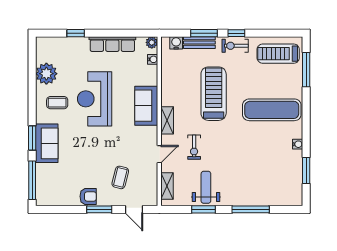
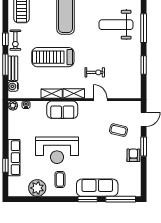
row of seats: (112, 44) -> (14, 158), moved
sofa: (47, 143) -> (97, 188), width x1.36
shelving: (167, 186) -> (52, 94), moved
weight bench: (206, 187) -> (116, 25), moved, width x1.36, depth x1.33

